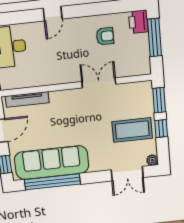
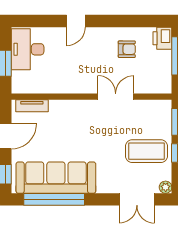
tv unit: (27, 99) -> (32, 106), width x0.71

